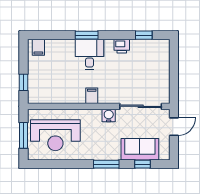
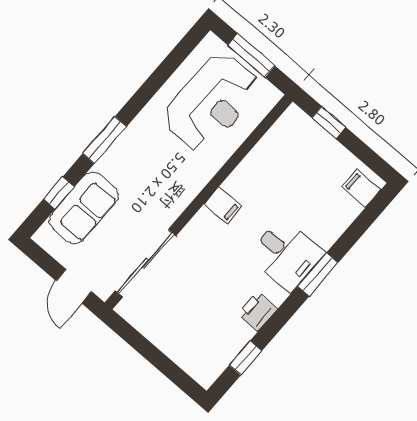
water cooler: (109, 115) -> (173, 205), removed
reception desk: (55, 135) -> (211, 102), turned 180

